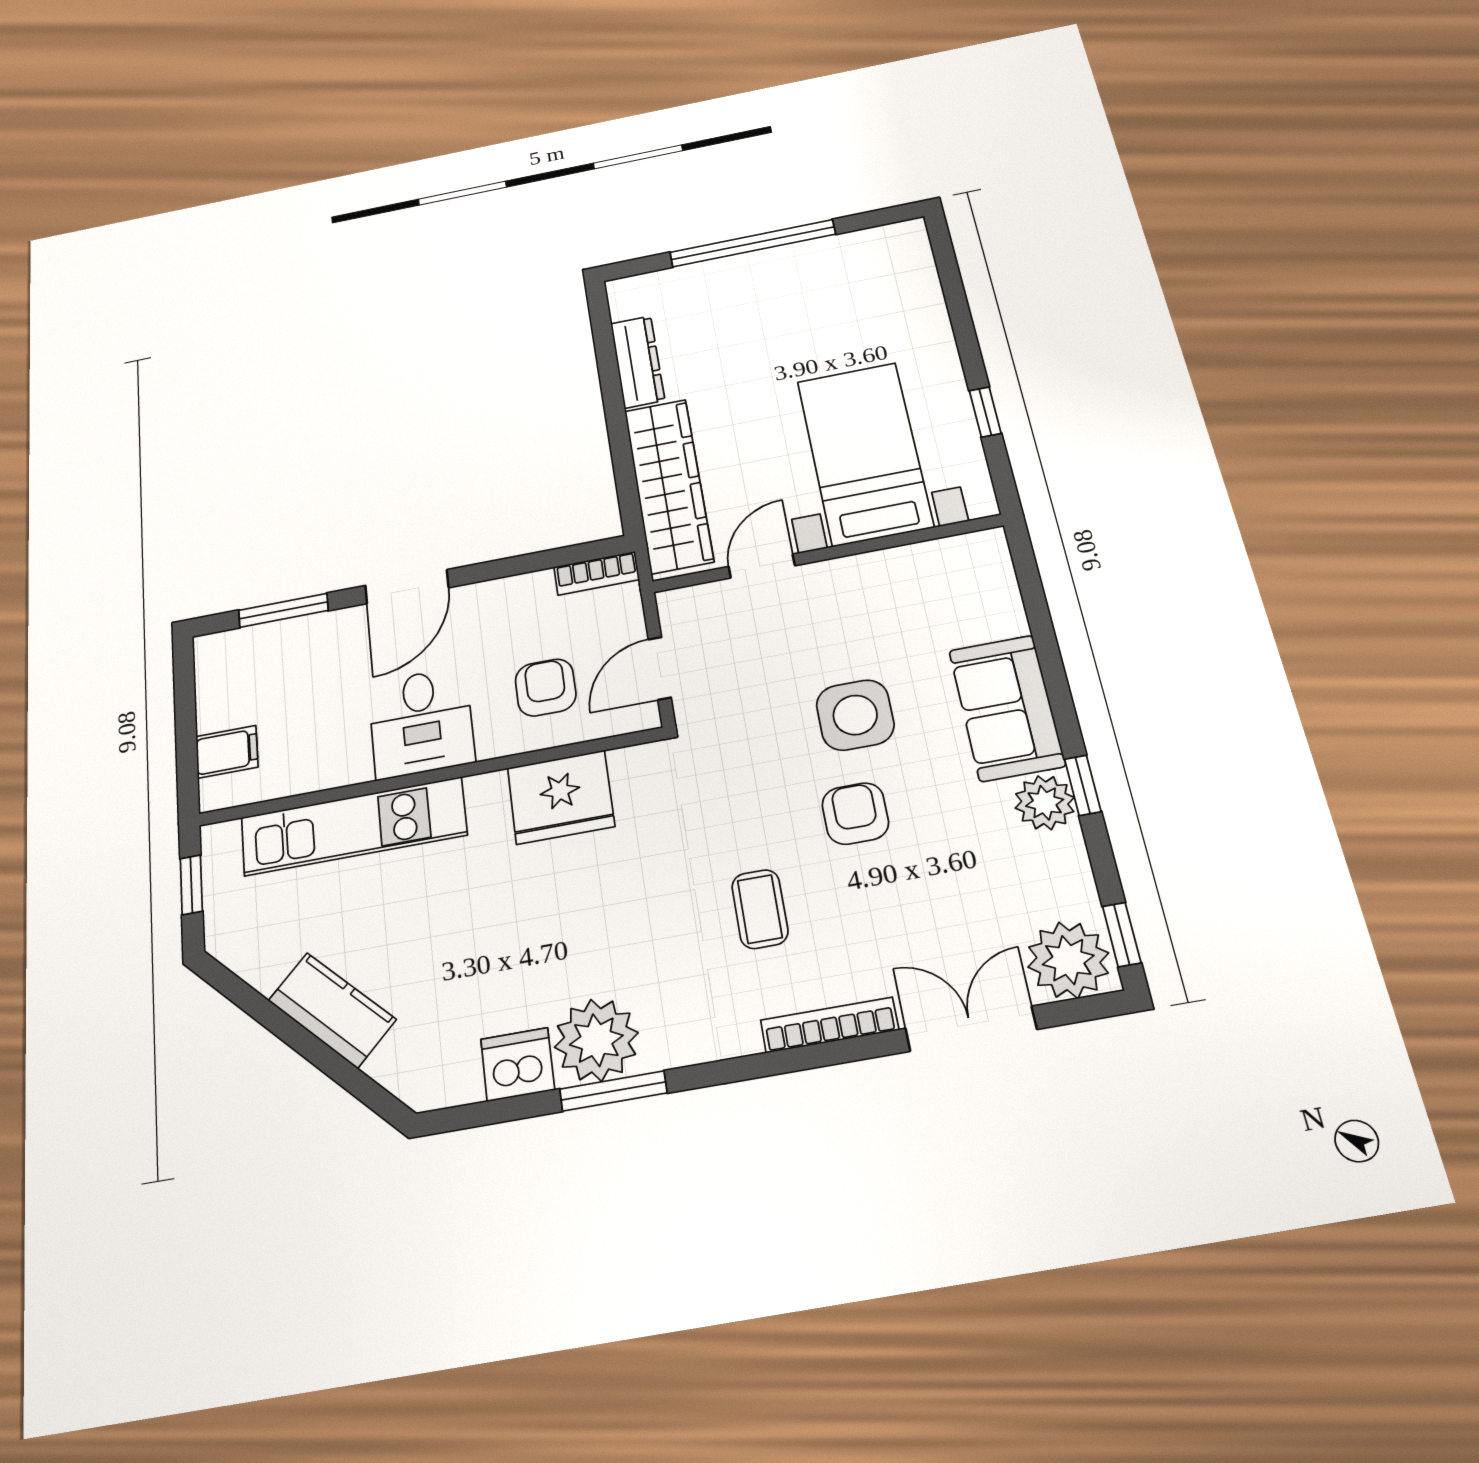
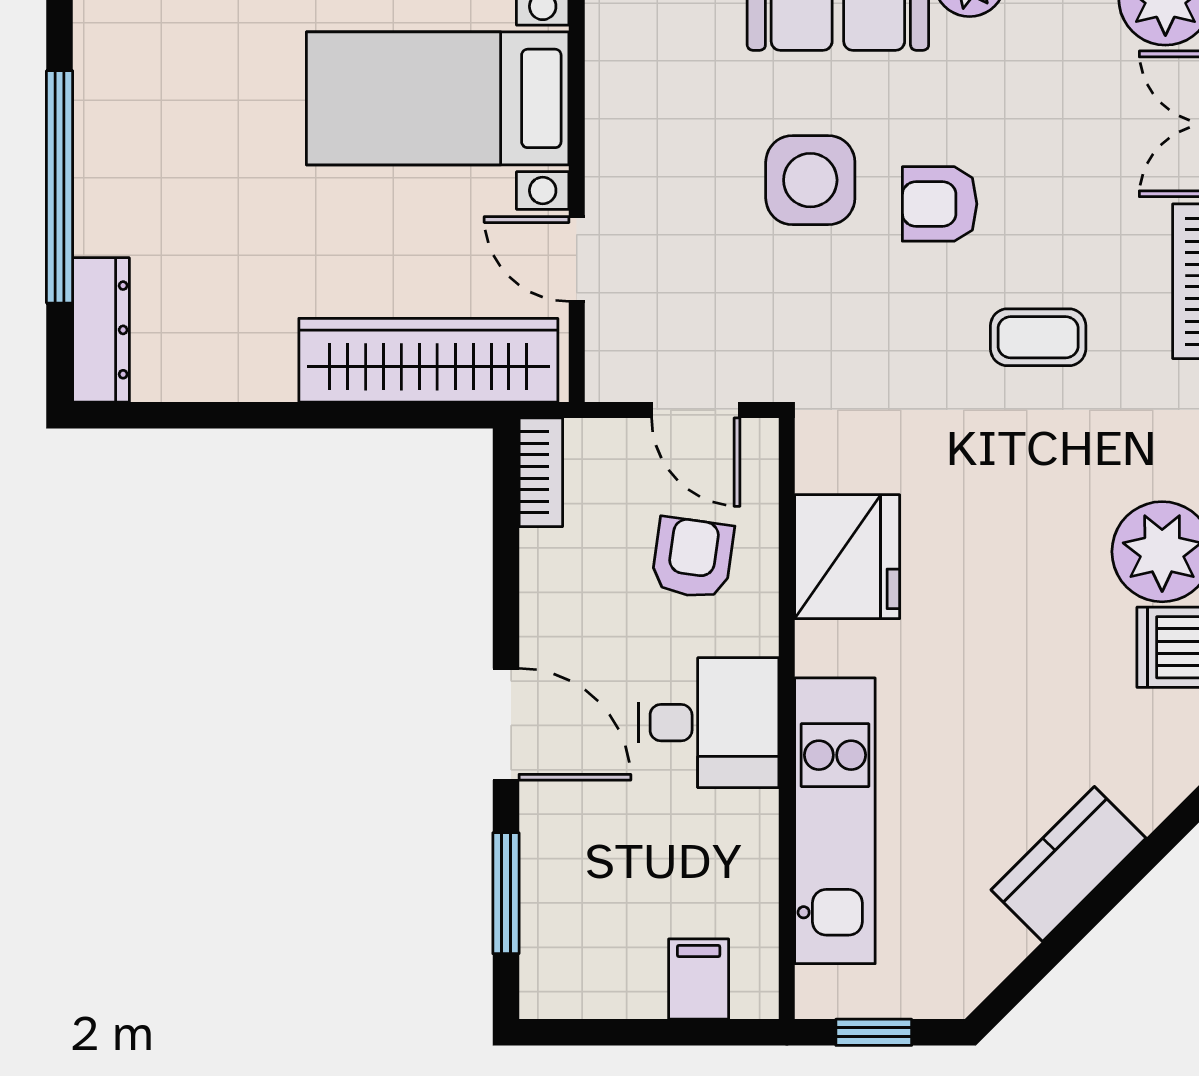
dresser: (638, 362) -> (101, 330), moved, turned 90
armchair: (546, 687) -> (693, 558), turned 98

